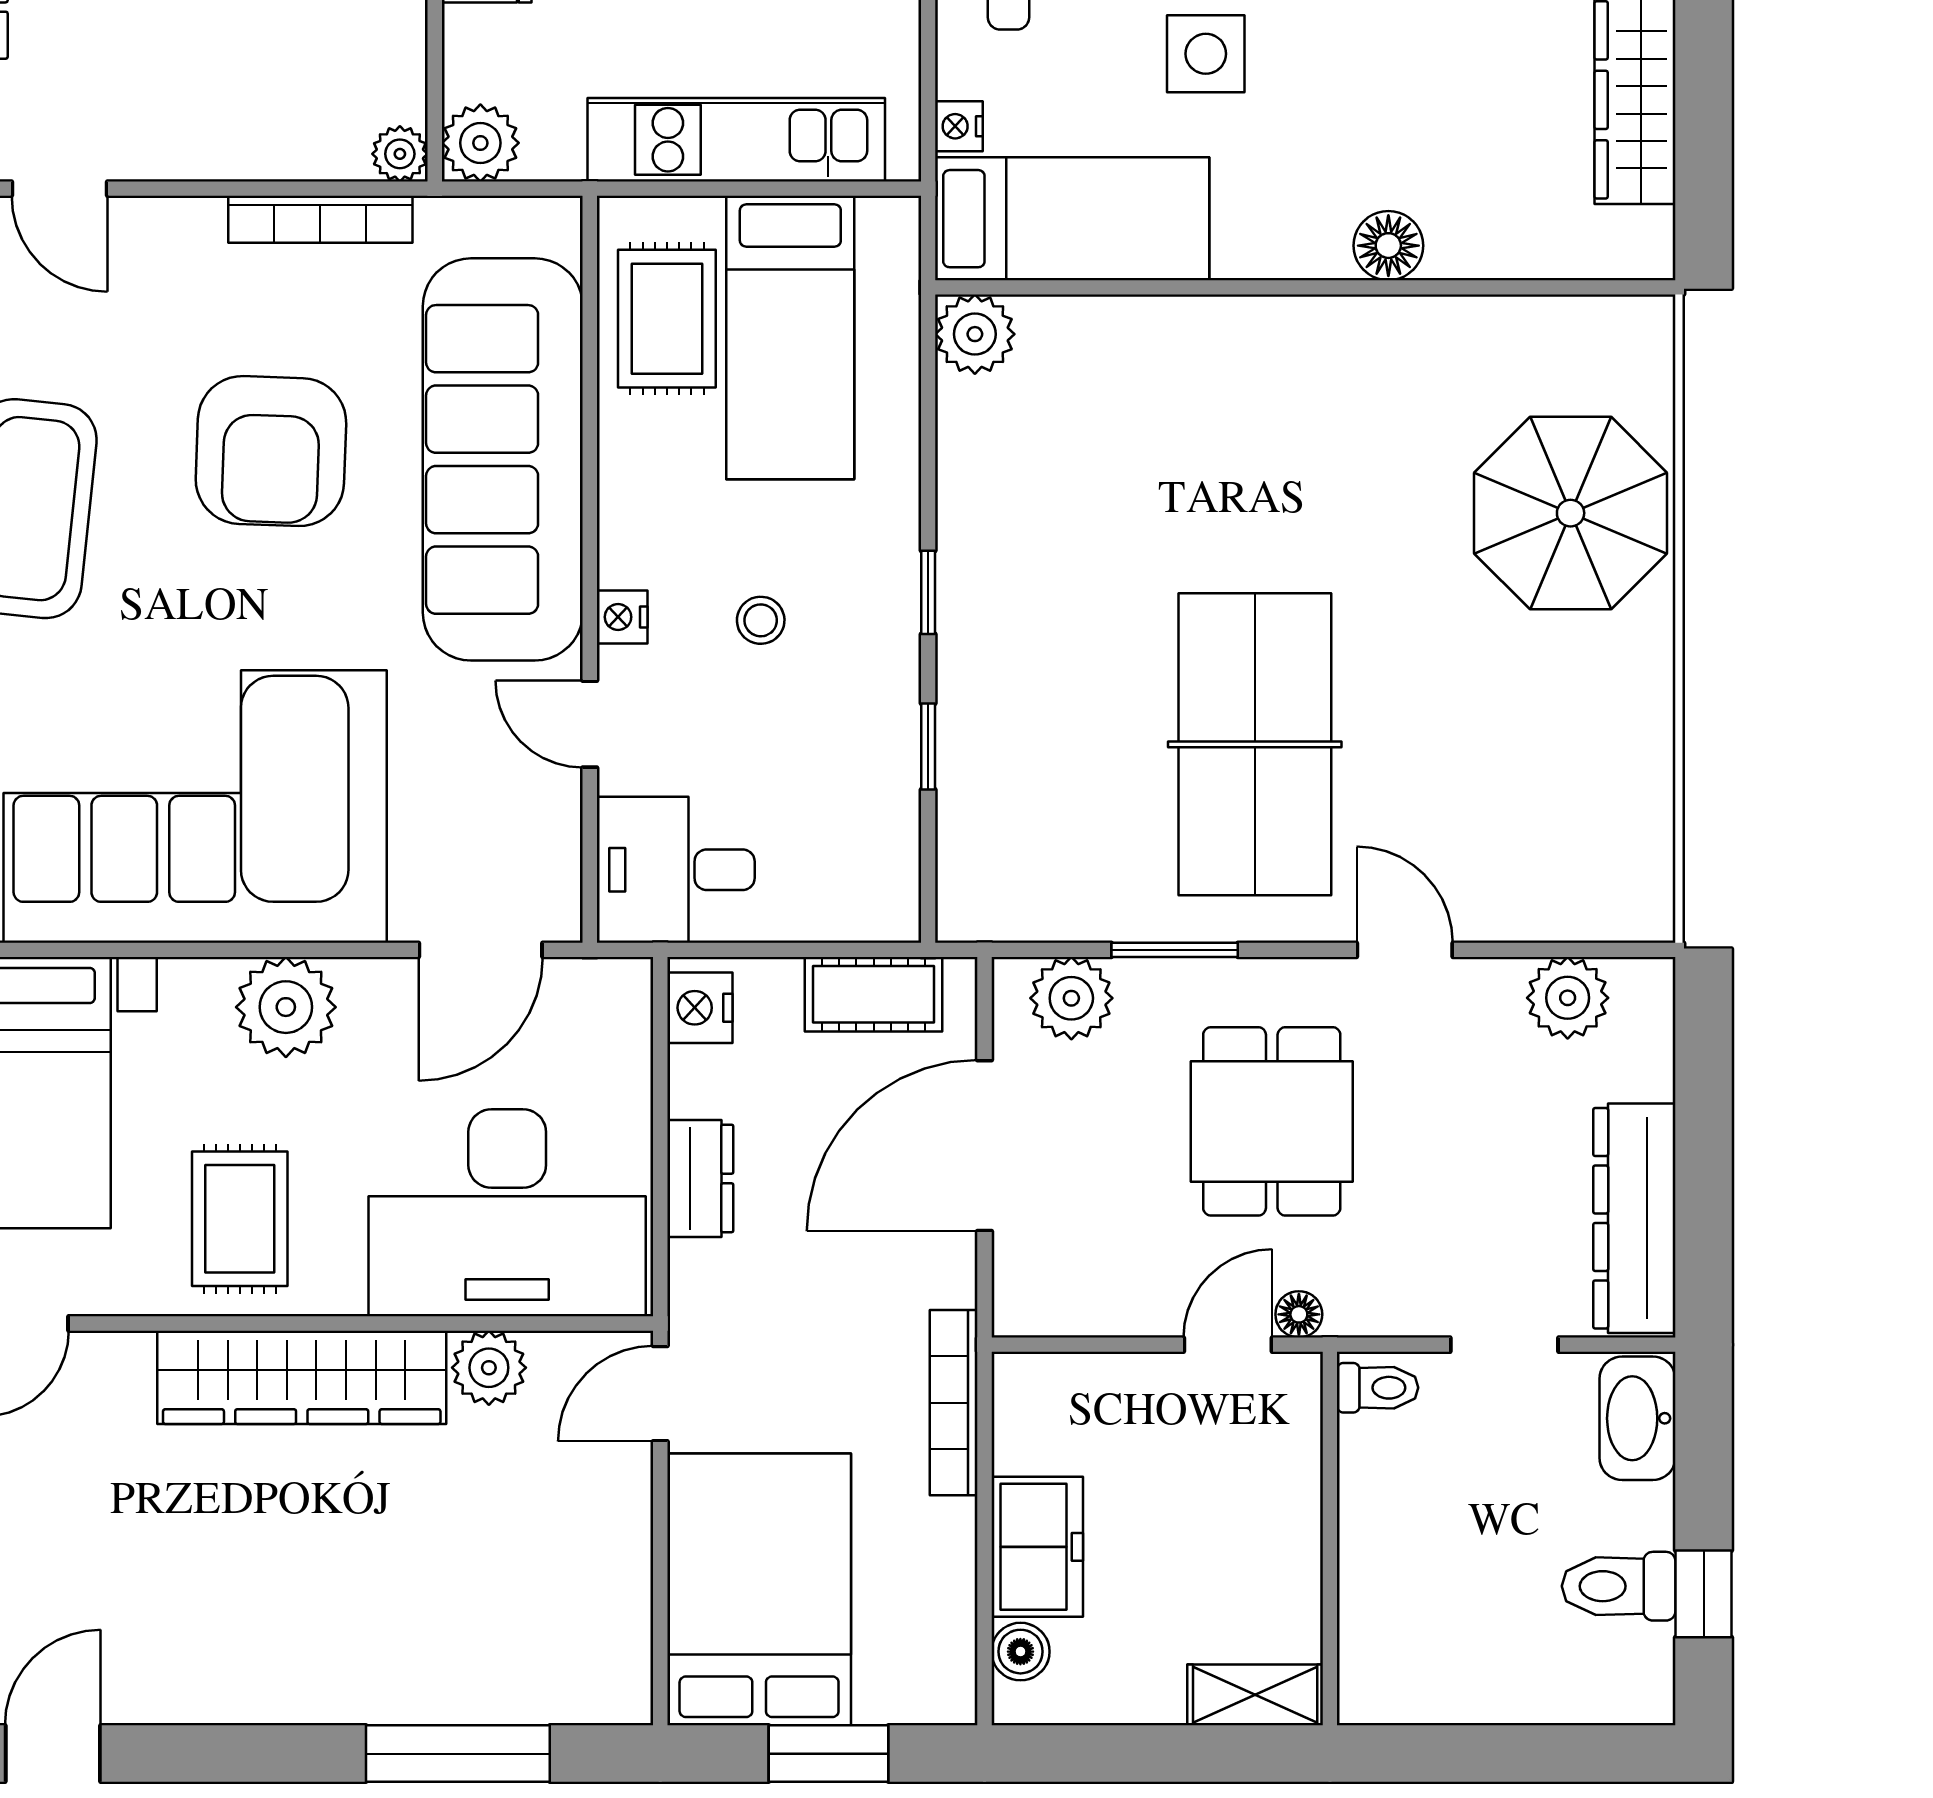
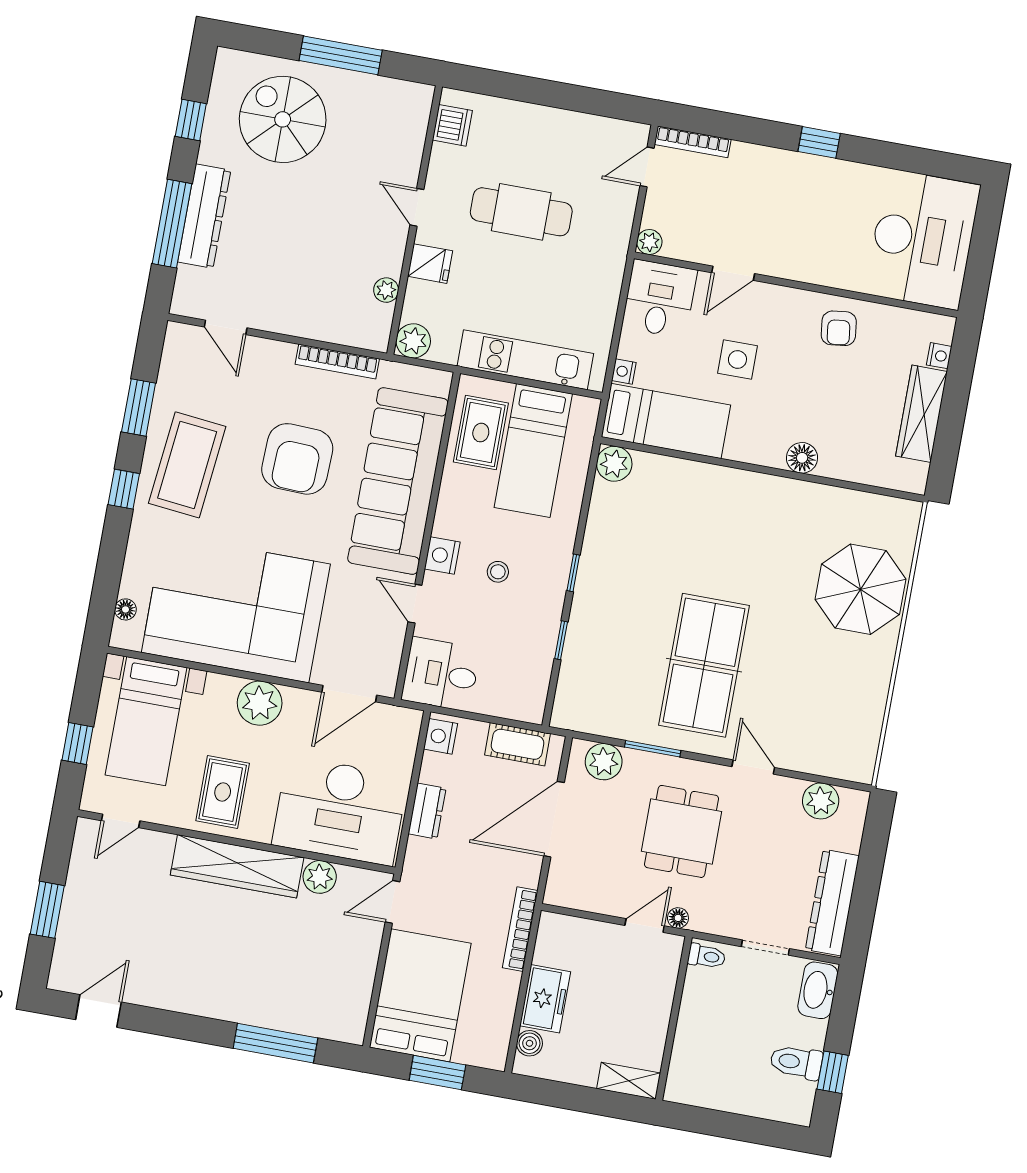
plant: (400, 154) -> (386, 290), moved
nightstand: (622, 617) -> (442, 556), width x1.39, depth x1.35

